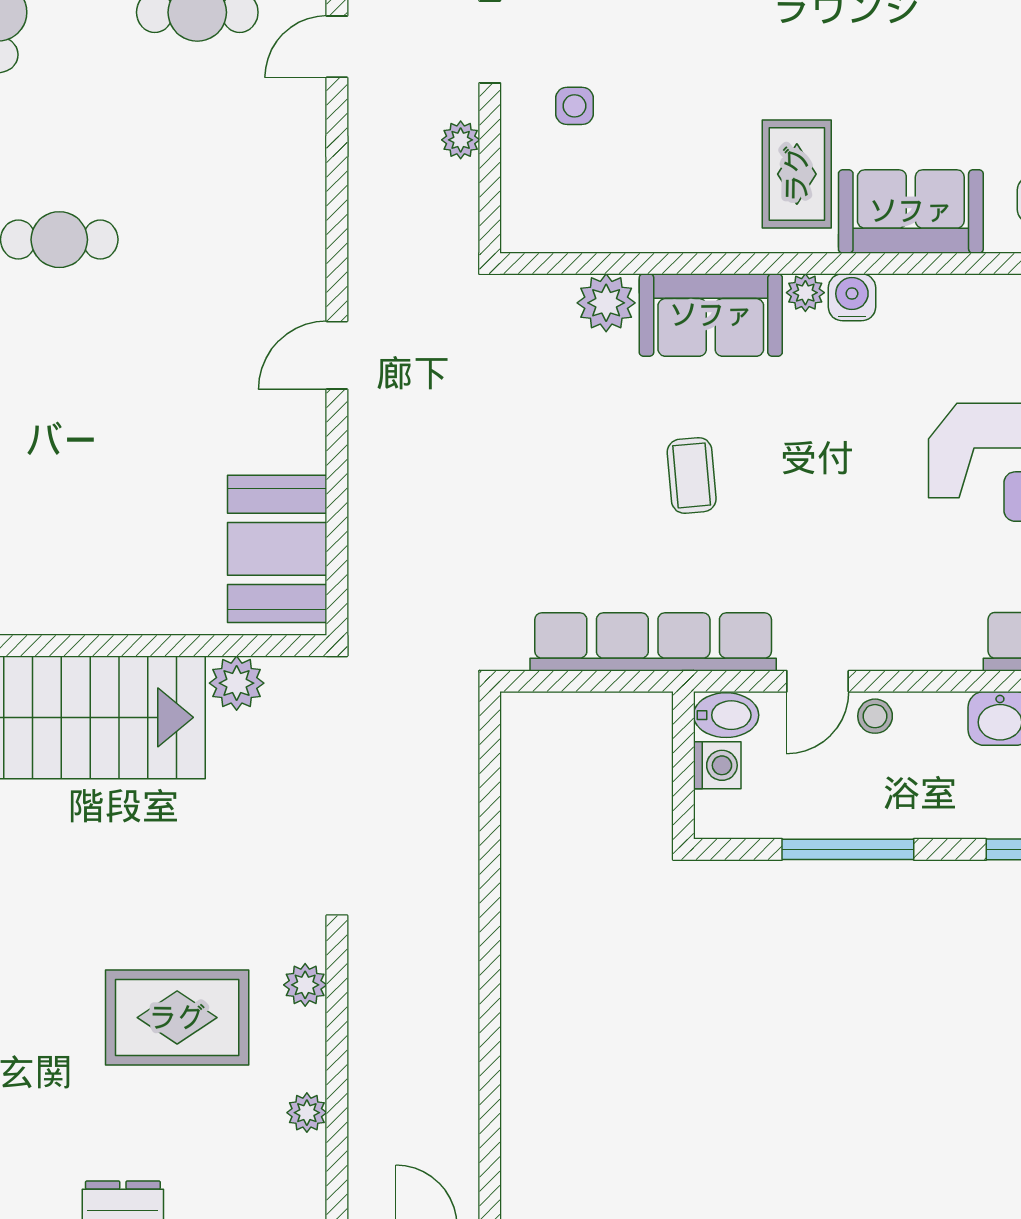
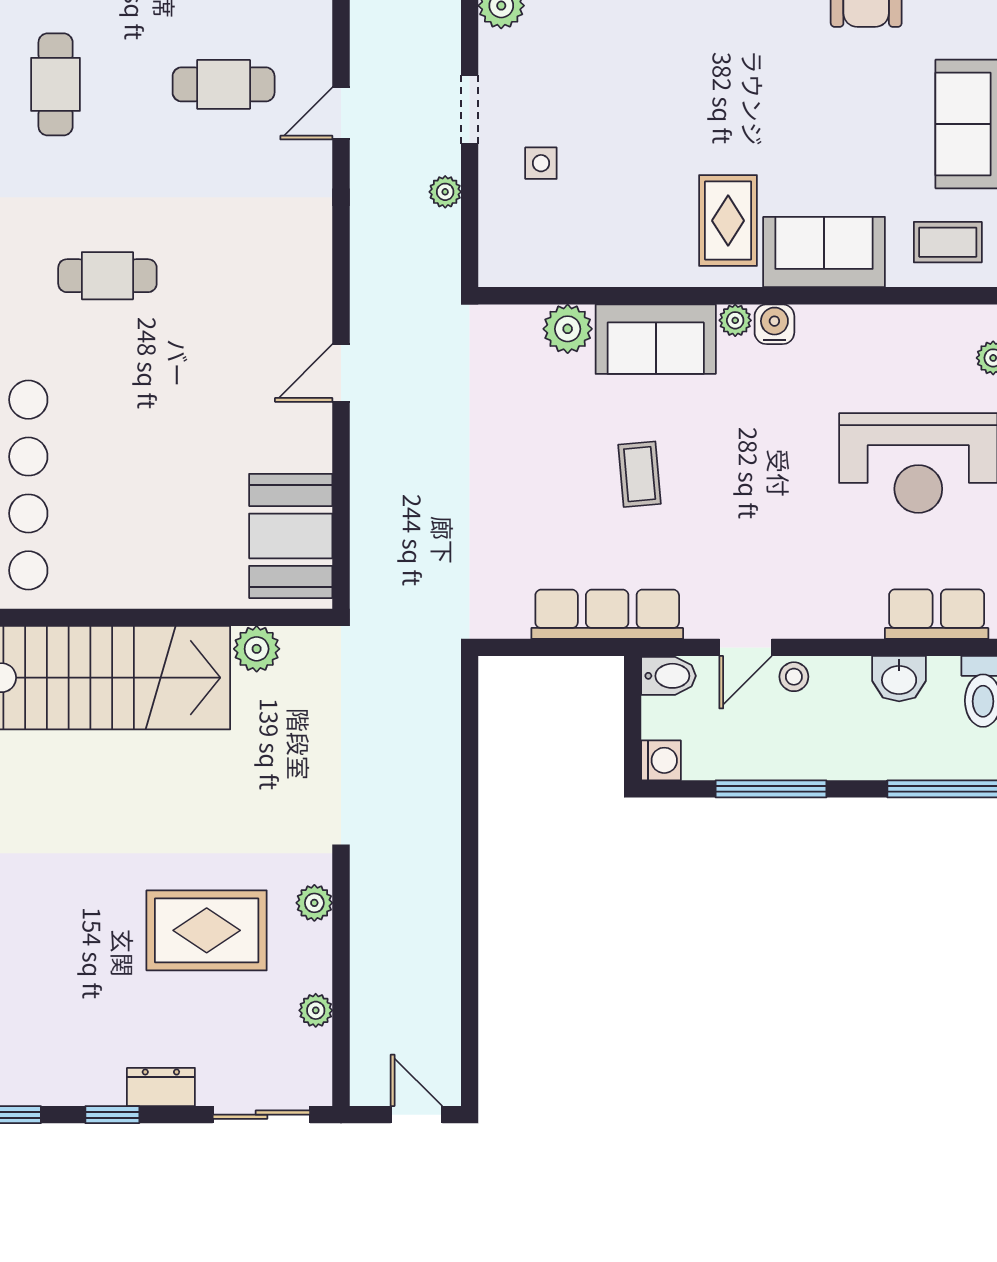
row of seats: (653, 642) -> (607, 614), width x0.73
washing machine: (717, 765) -> (661, 760), moved

